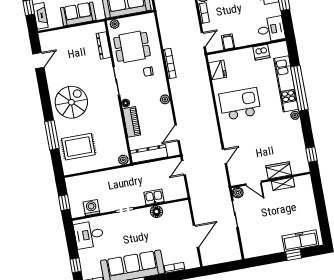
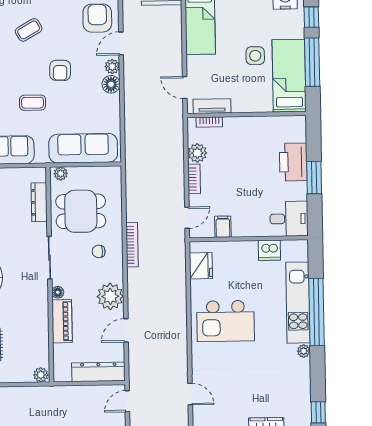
plant: (165, 99) -> (110, 296), width x1.87, depth x1.87
kitchen island: (240, 104) -> (226, 321), turned 180
door: (177, 133) -> (126, 330), moved
dresser: (149, 154) -> (98, 372), moved
door: (224, 156) -> (190, 394), hinge flipped

